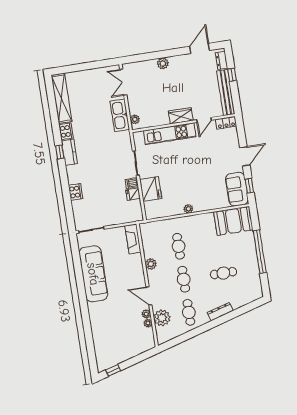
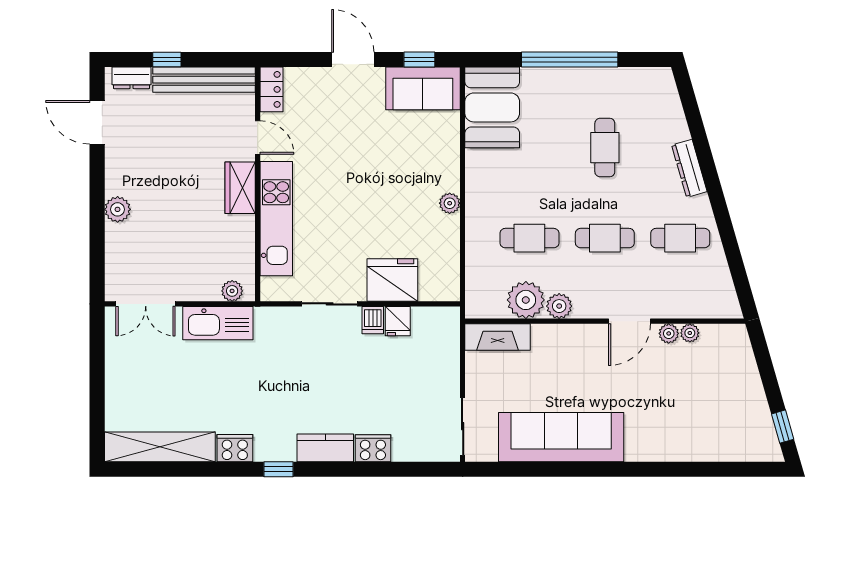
kitchen counter: (69, 152) -> (325, 448), moved
plant: (162, 318) -> (526, 300), moved

